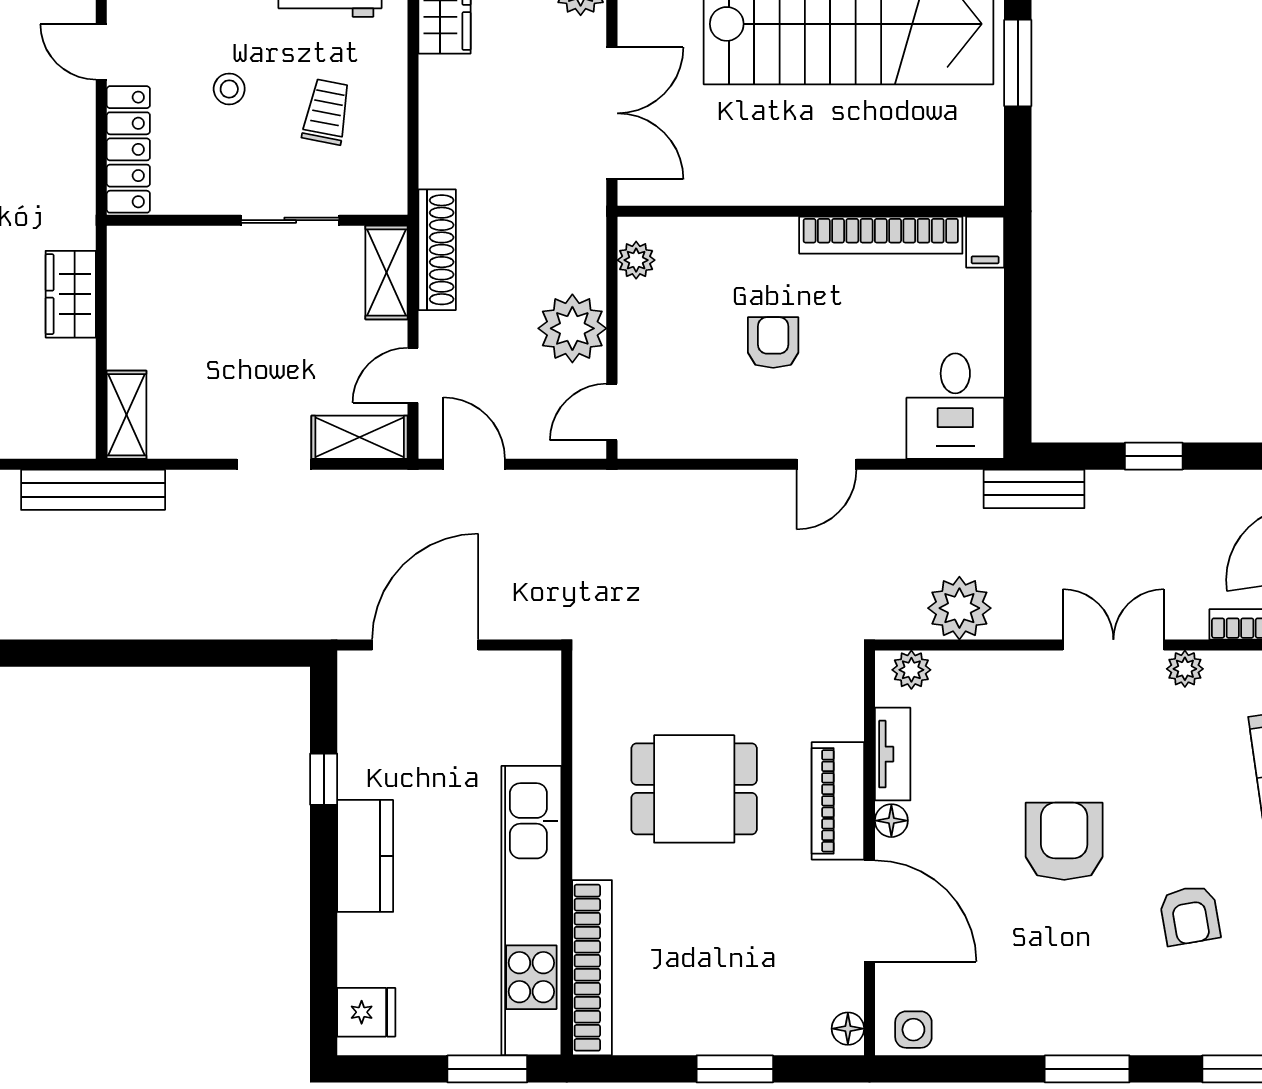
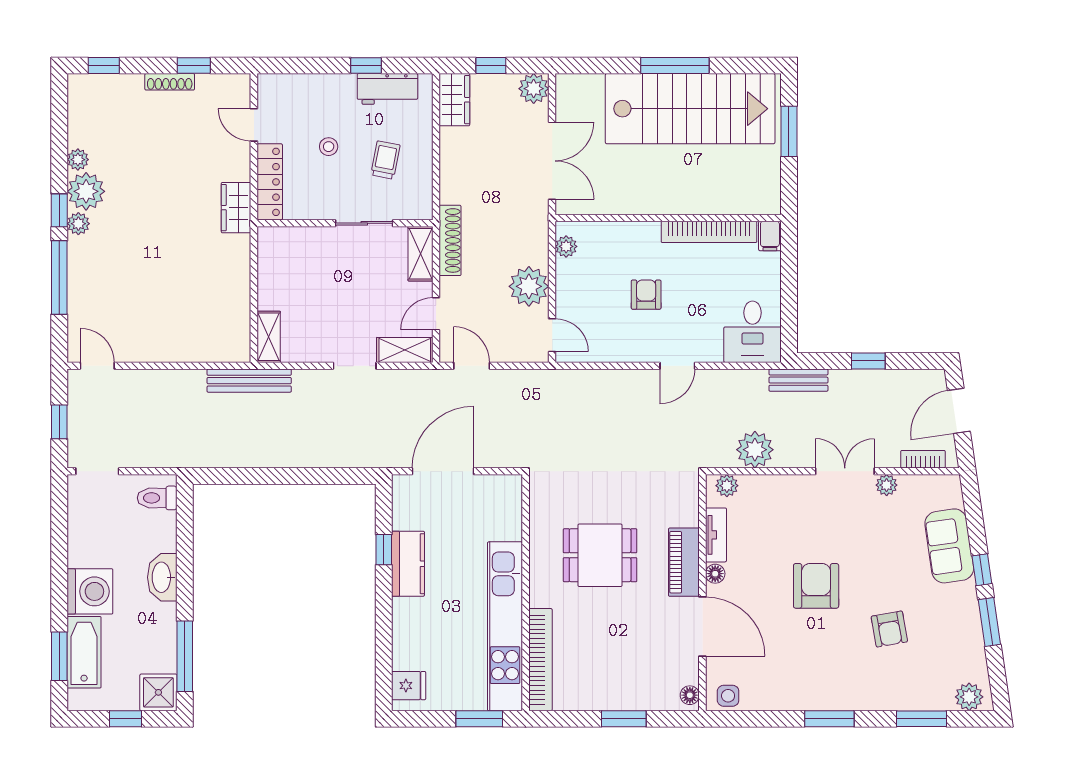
wardrobe: (71, 294) -> (236, 208), moved
door: (612, 412) -> (552, 335), swing flipped
kitchen counter: (365, 856) -> (408, 564), moved

